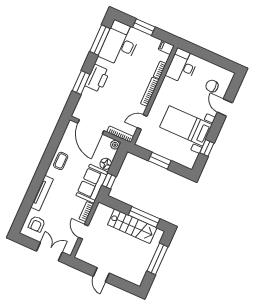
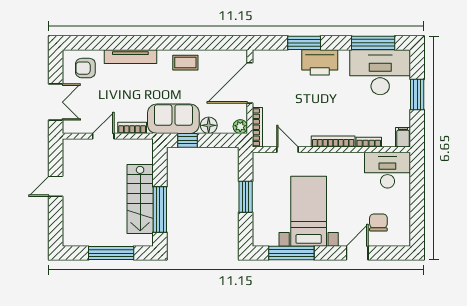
window: (207, 148) -> (291, 253), width x2.17

